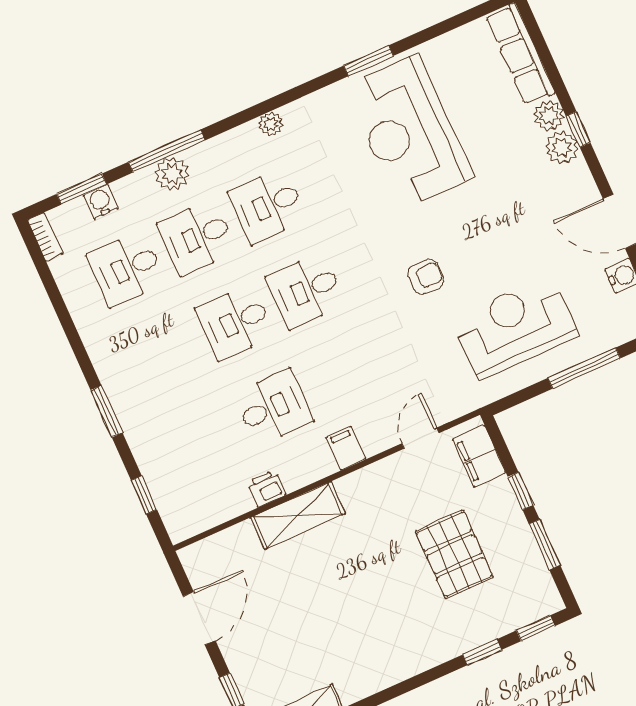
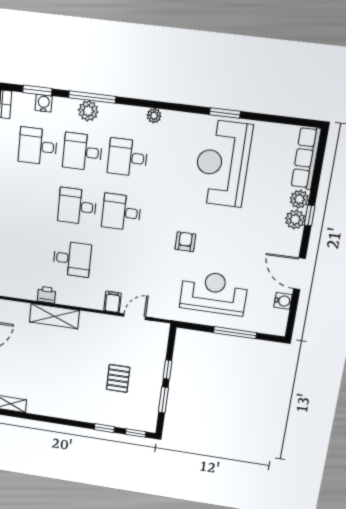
armchair: (426, 277) -> (185, 242), turned -90
filing cabinet: (346, 448) -> (113, 302), moved
filing cabinet: (479, 456) -> (158, 342), removed
pallet: (454, 554) -> (118, 378), width x0.67, depth x0.71

